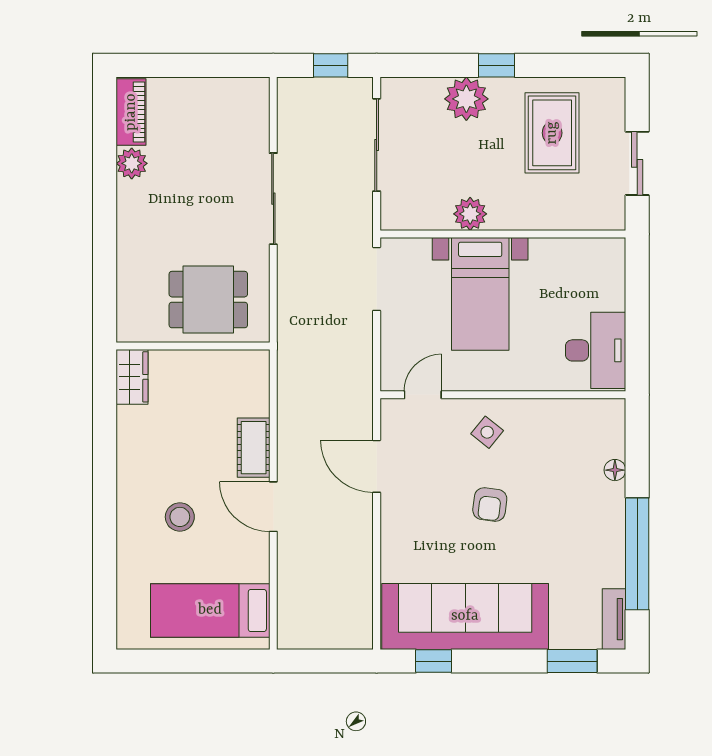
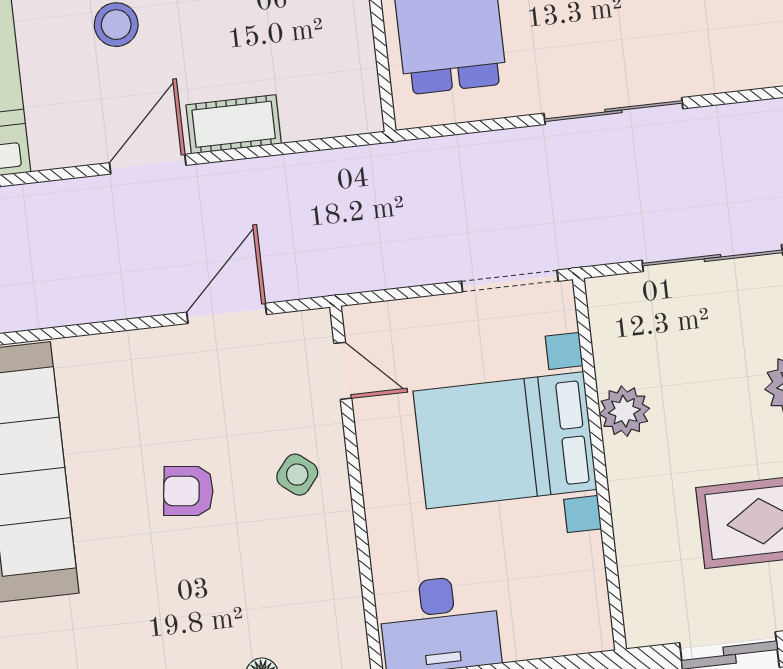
bed with nightstands: (480, 294) -> (505, 440), width x1.36

